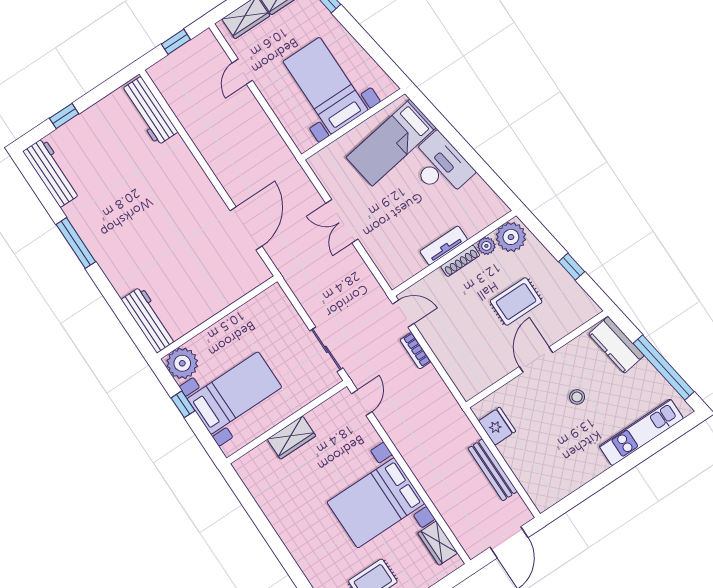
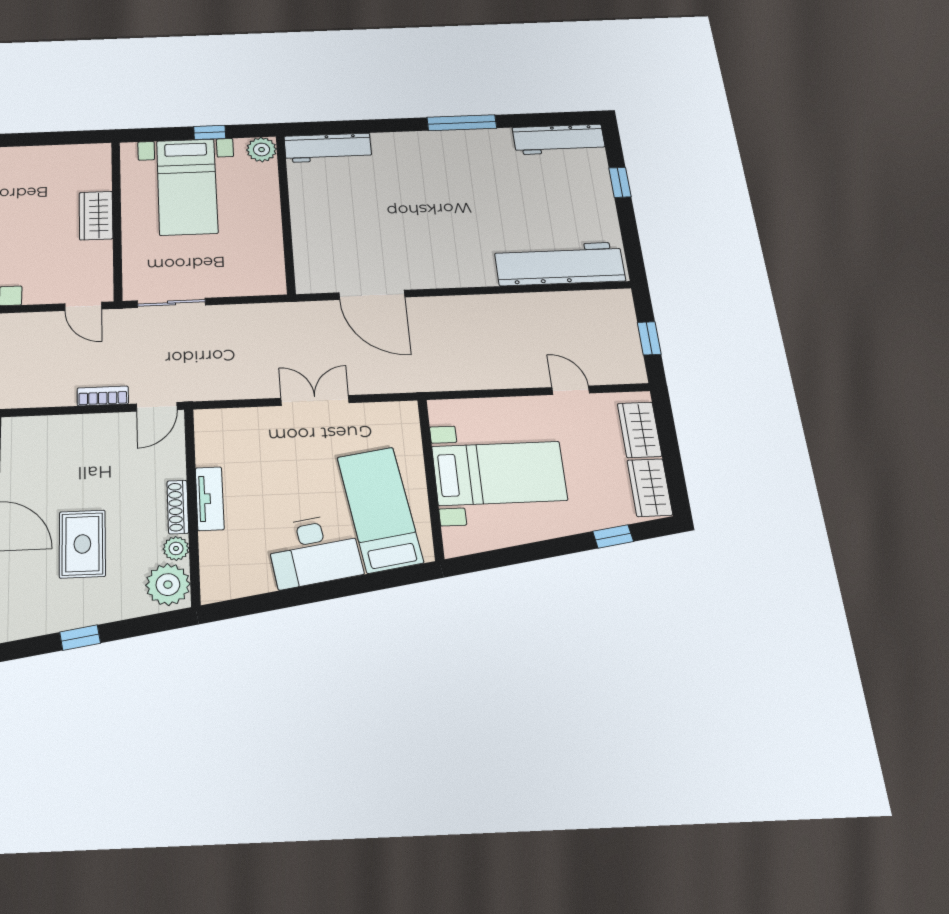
workbench: (149, 111) -> (560, 264), width x1.36, depth x1.32
plant: (182, 363) -> (262, 150), width x0.73, depth x0.73

